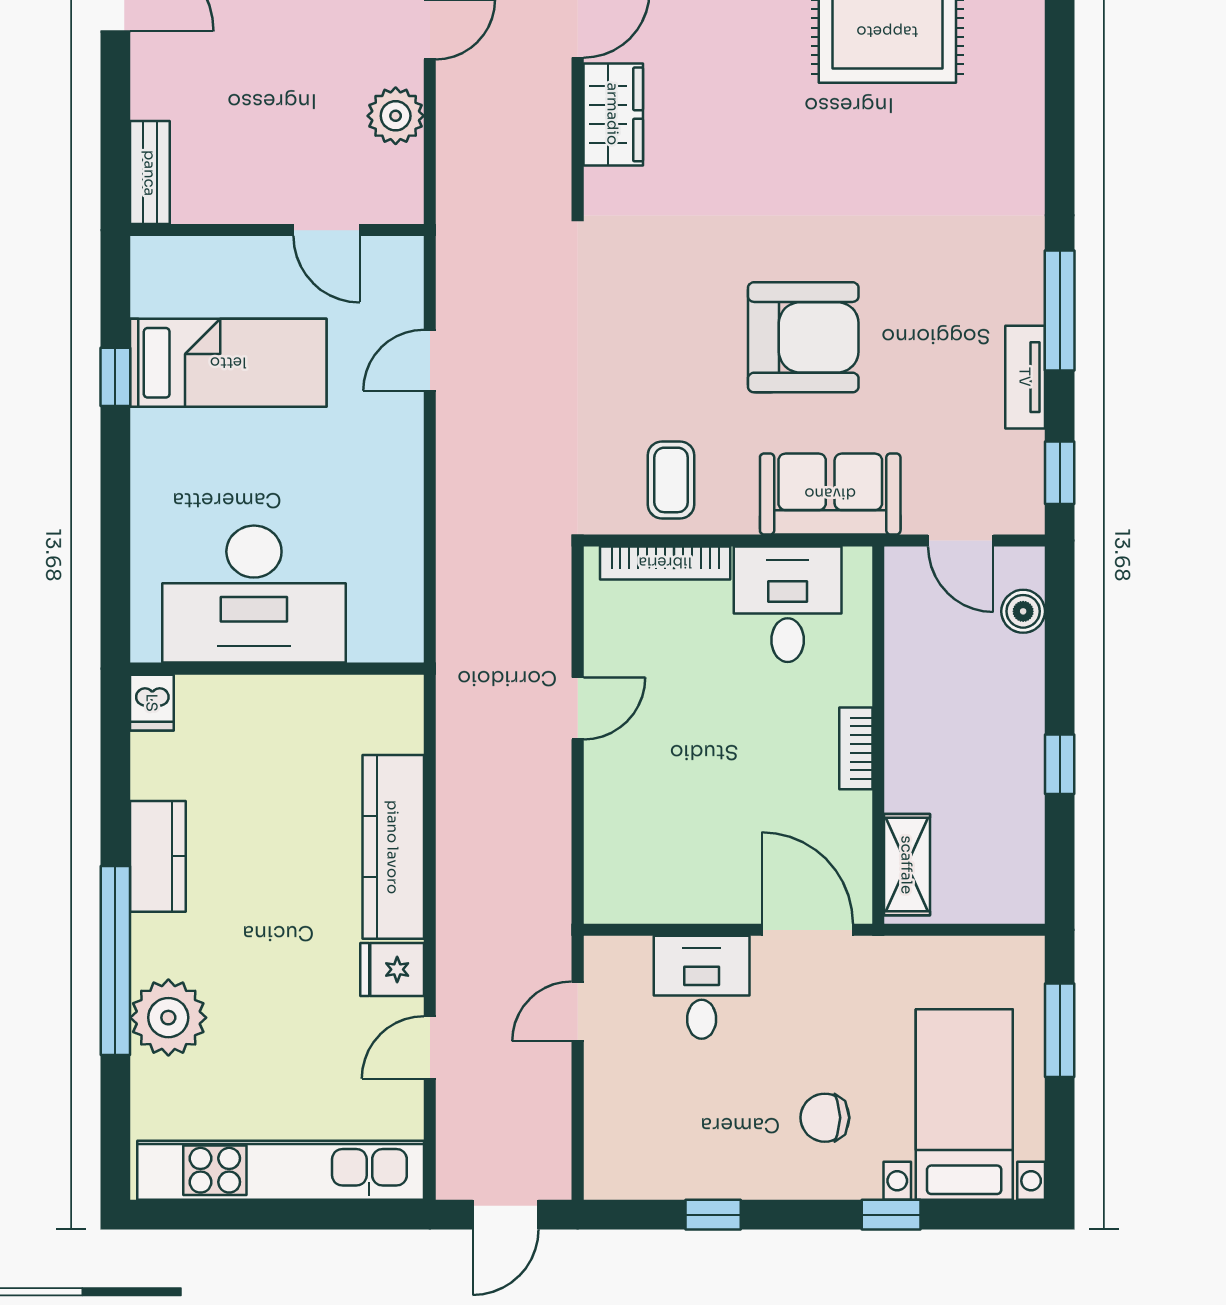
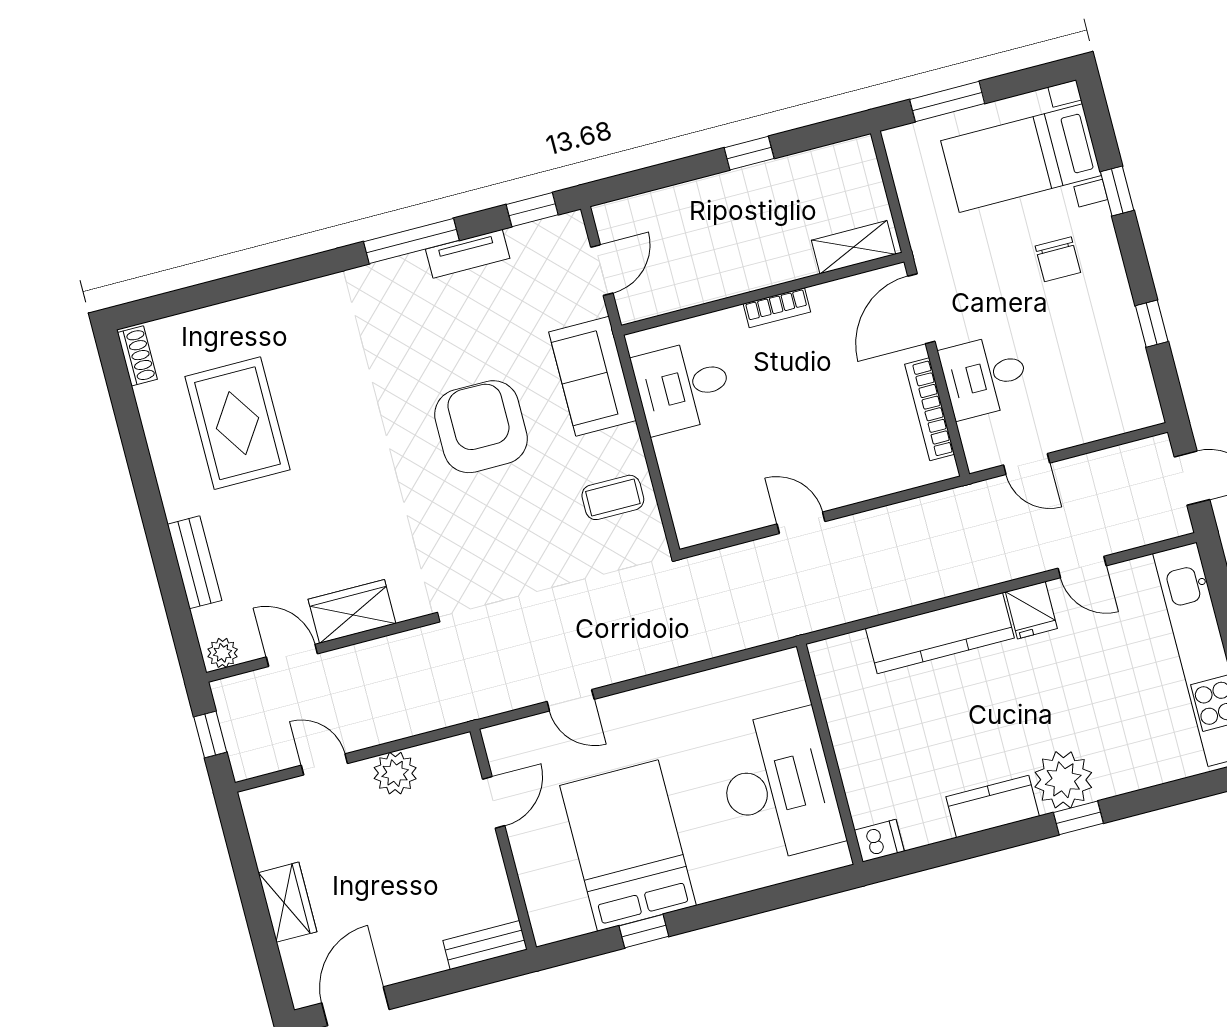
bed: (228, 363) -> (628, 845), width x1.50
bookcase: (665, 563) -> (930, 409), moved, turned 180
boiler: (1023, 611) -> (642, 210), removed
window: (115, 960) -> (1078, 818), width x0.32
plant: (168, 1018) -> (1063, 780), moved

